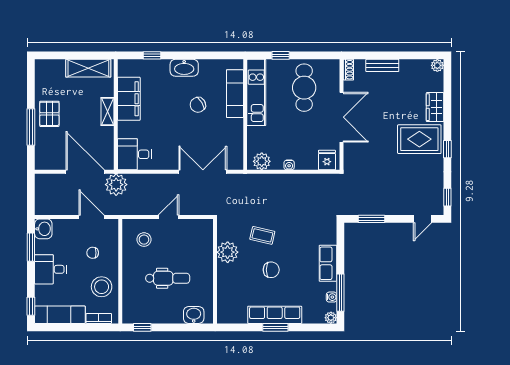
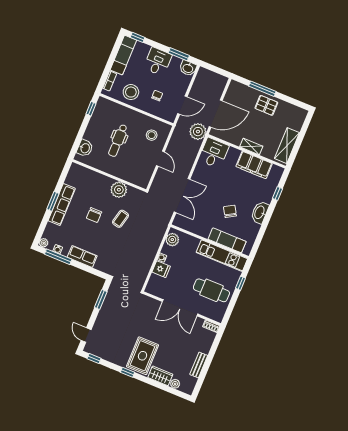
bench: (382, 65) -> (199, 365), moved
plant: (437, 65) -> (175, 384), moved
fridge: (327, 160) -> (161, 269), moved

